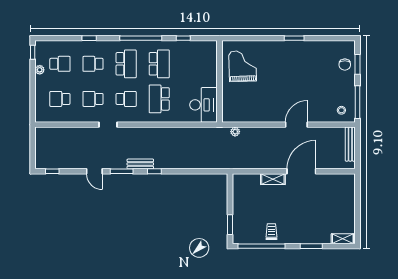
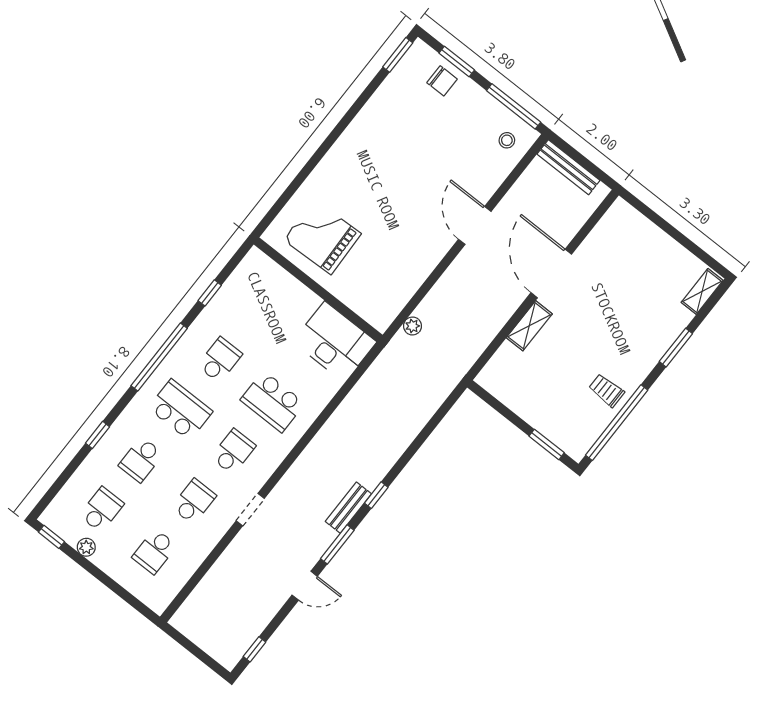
window: (294, 38) -> (398, 55), moved
school desk: (159, 64) -> (220, 360), width x0.54
school desk: (93, 99) -> (194, 501), turned 180

